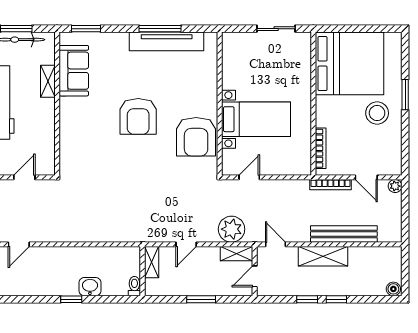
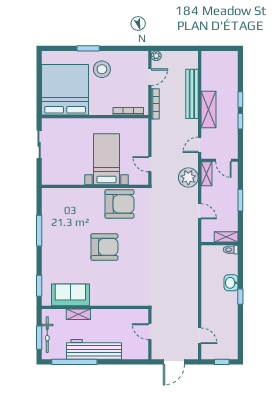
tv unit: (167, 41) -> (49, 226), removed
shelving: (152, 262) -> (226, 237), moved
boiler: (393, 289) -> (233, 57), removed

